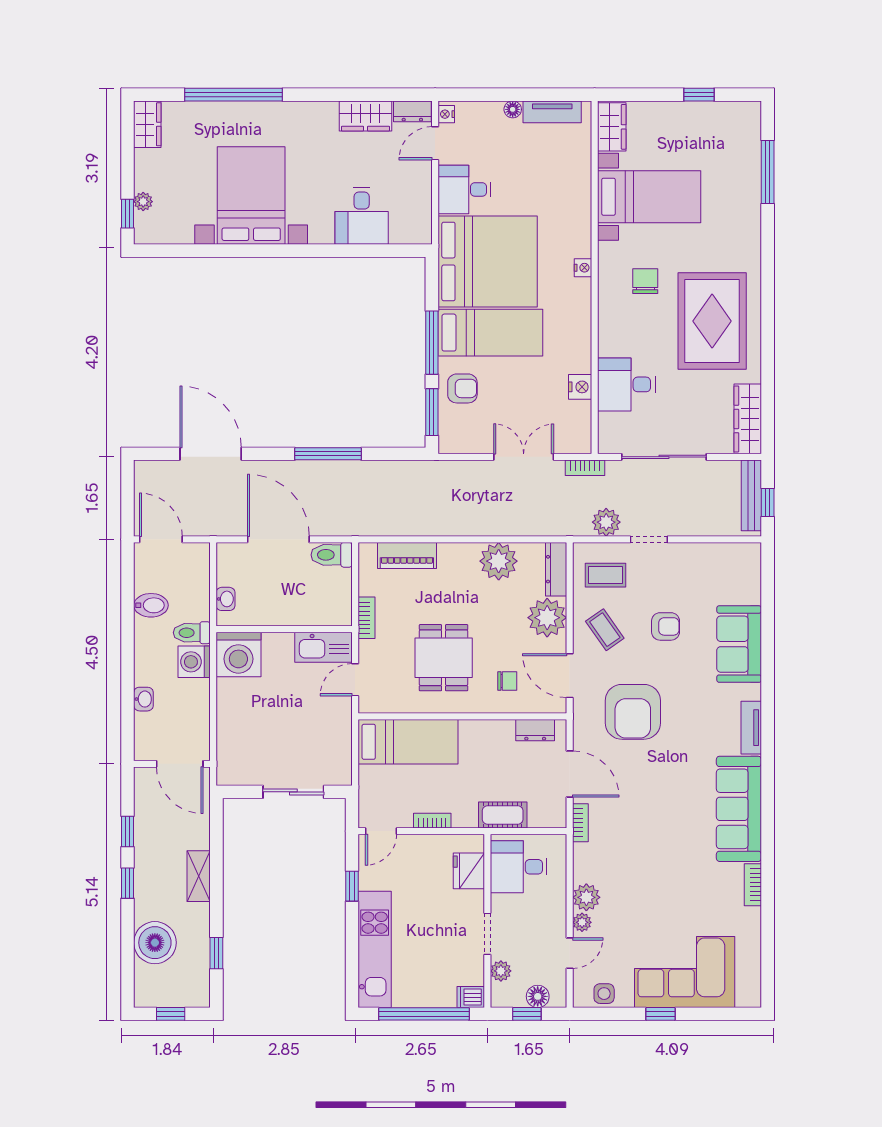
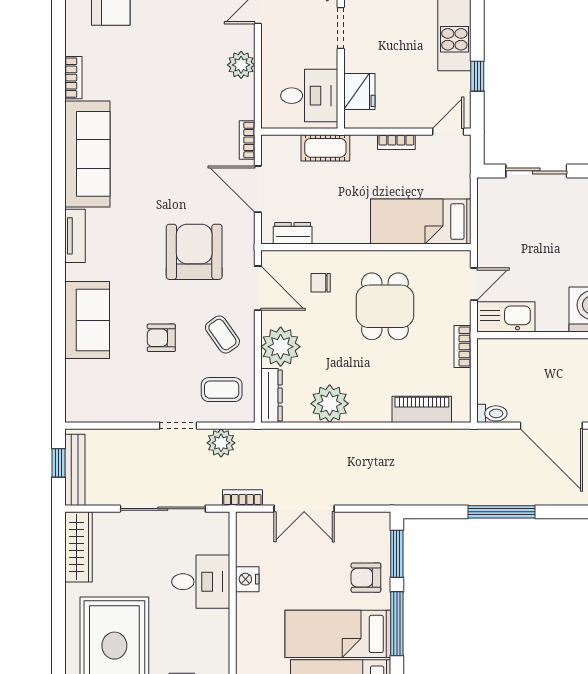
toilet: (332, 555) -> (492, 413), width x0.73, depth x0.72
plant: (582, 922) -> (245, 40), removed

